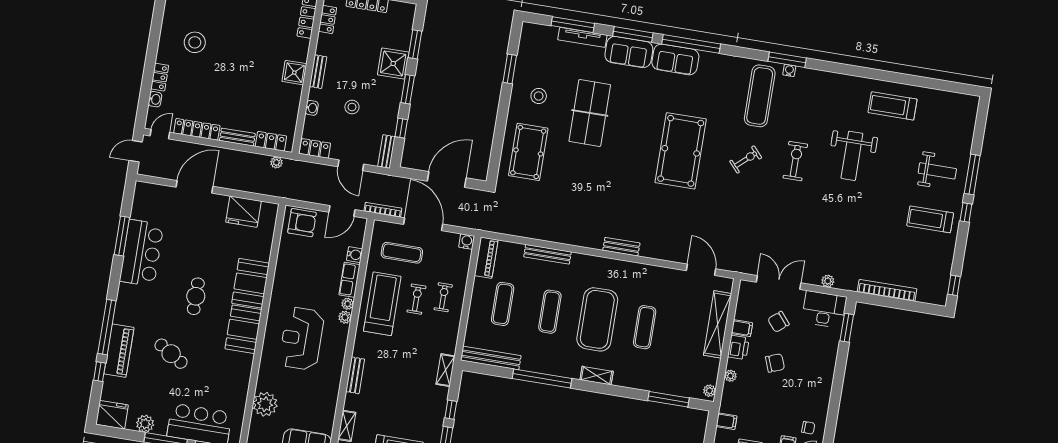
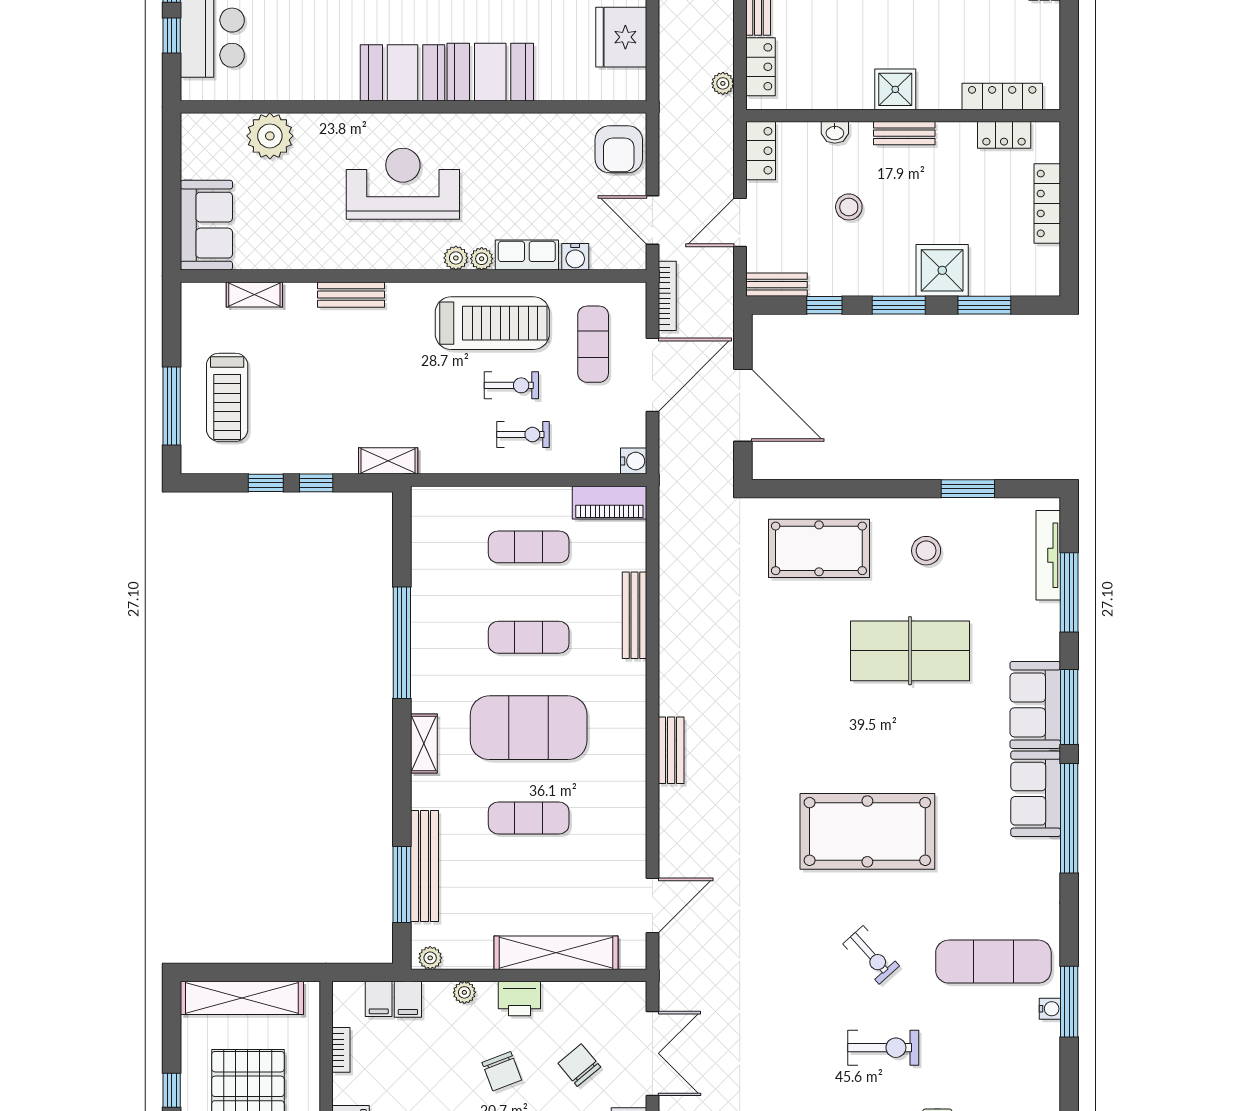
tv unit: (582, 37) -> (1048, 555), moved
filing cabinet: (742, 328) -> (408, 999), moved
bench: (491, 358) -> (424, 866), moved

